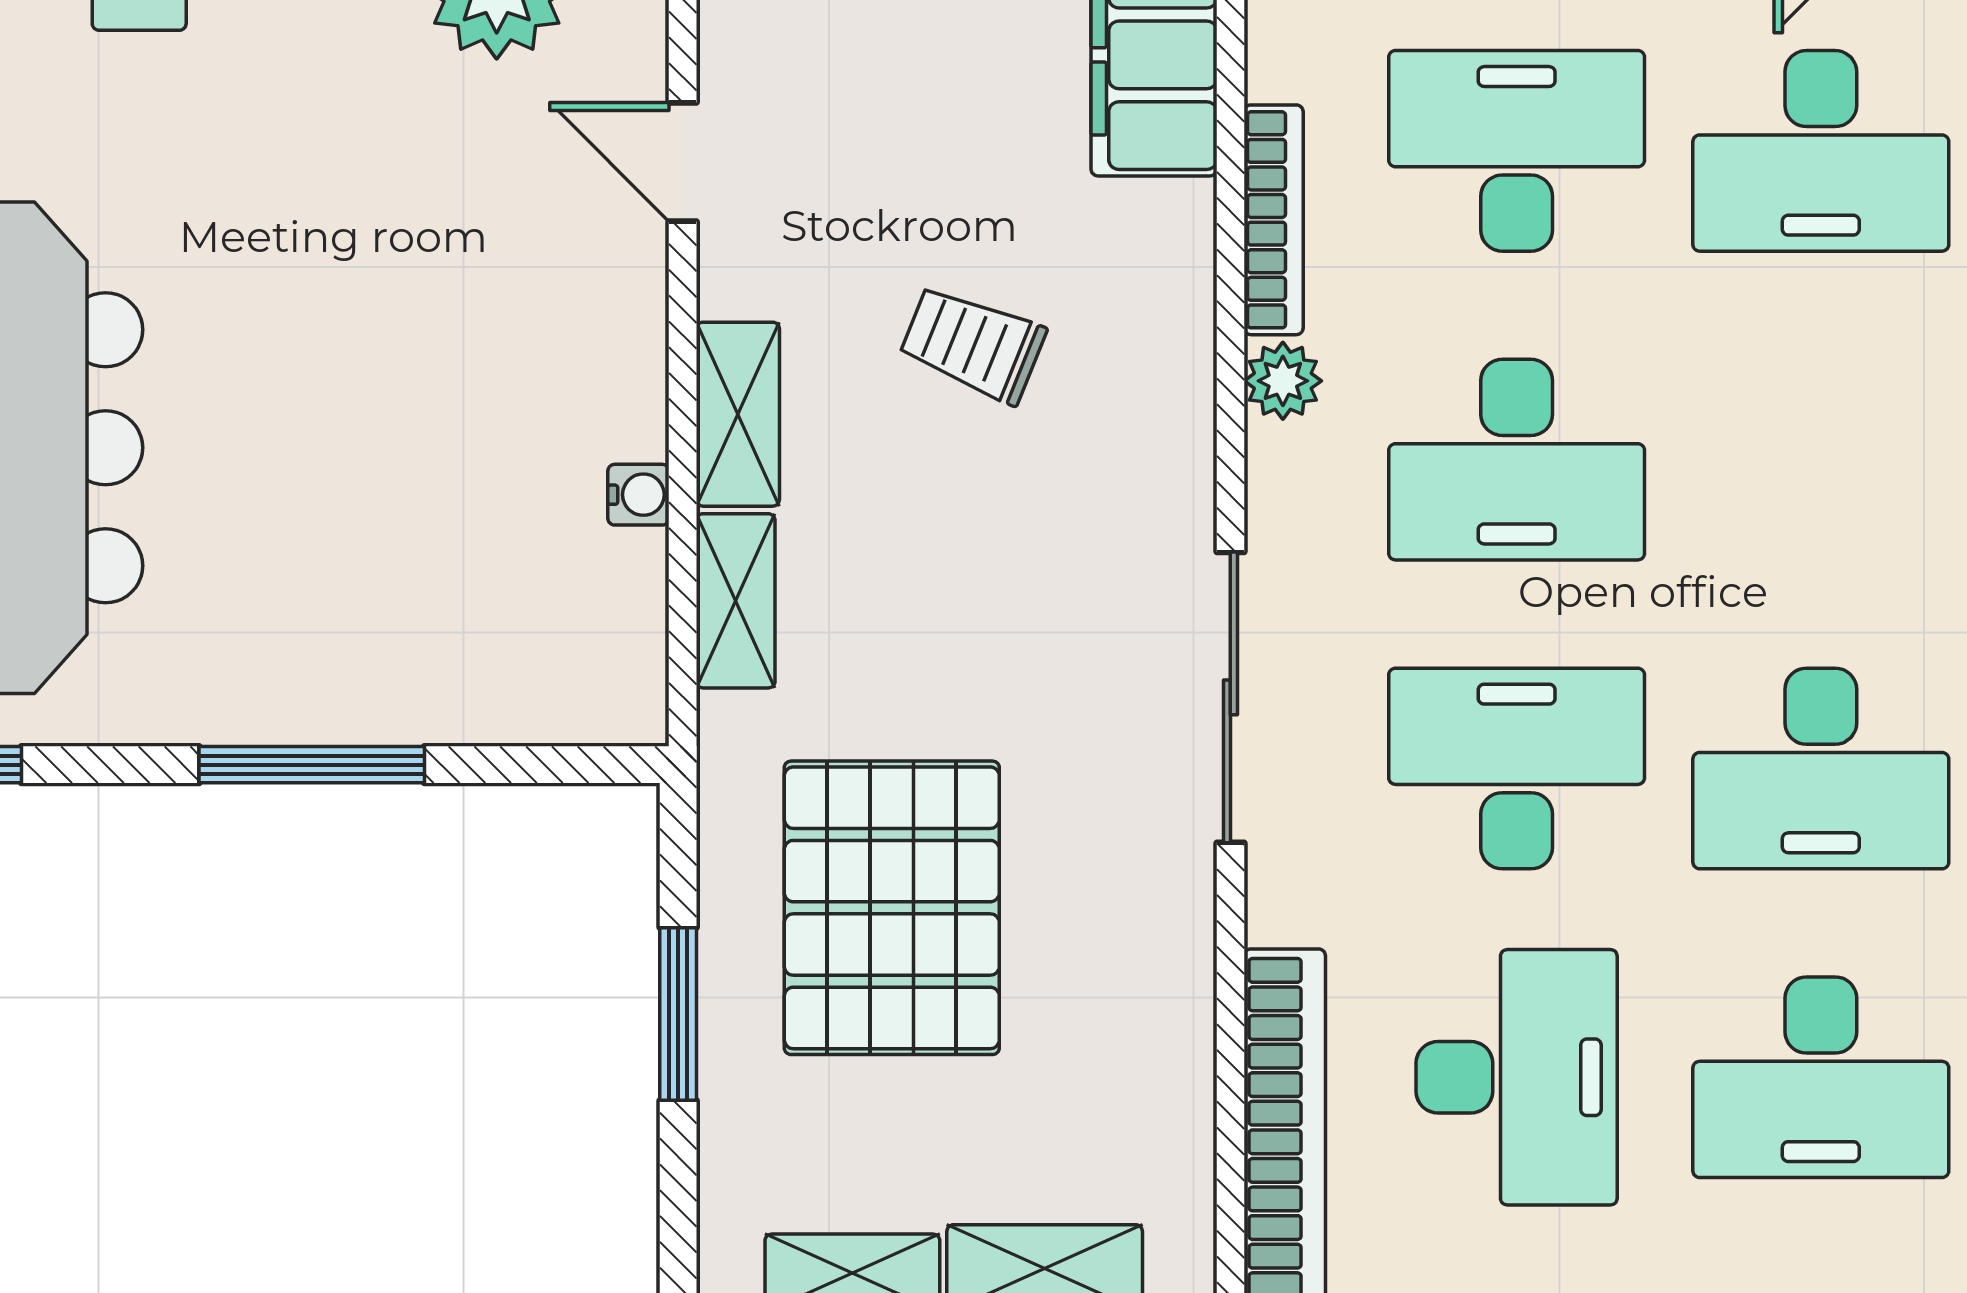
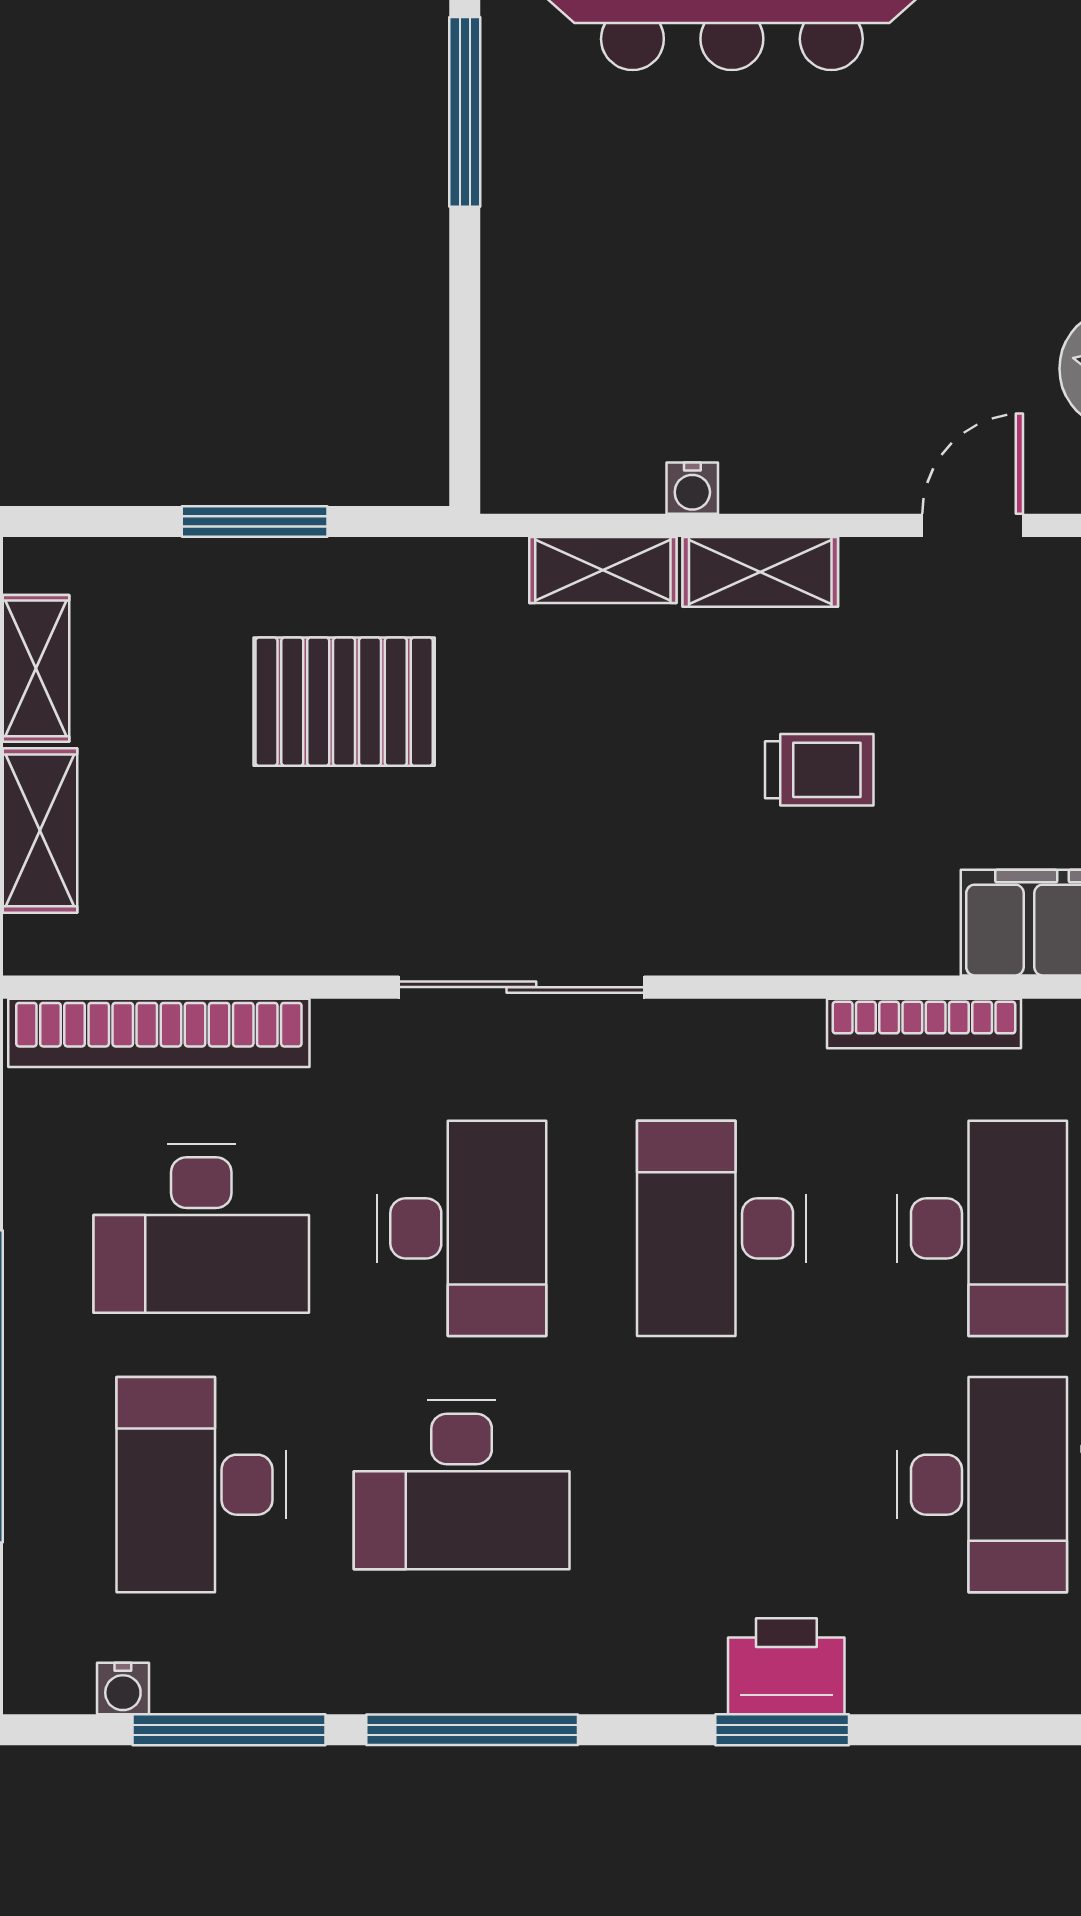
desk: (1821, 151) -> (982, 1485), turned 180
trolley: (973, 344) -> (819, 770), turned 68
plant: (1283, 381) -> (788, 1031), removed
window: (312, 765) -> (465, 112), moved
desk: (1821, 768) -> (462, 1485), turned -90
pallet: (892, 908) -> (344, 702), width x0.73, depth x0.71

